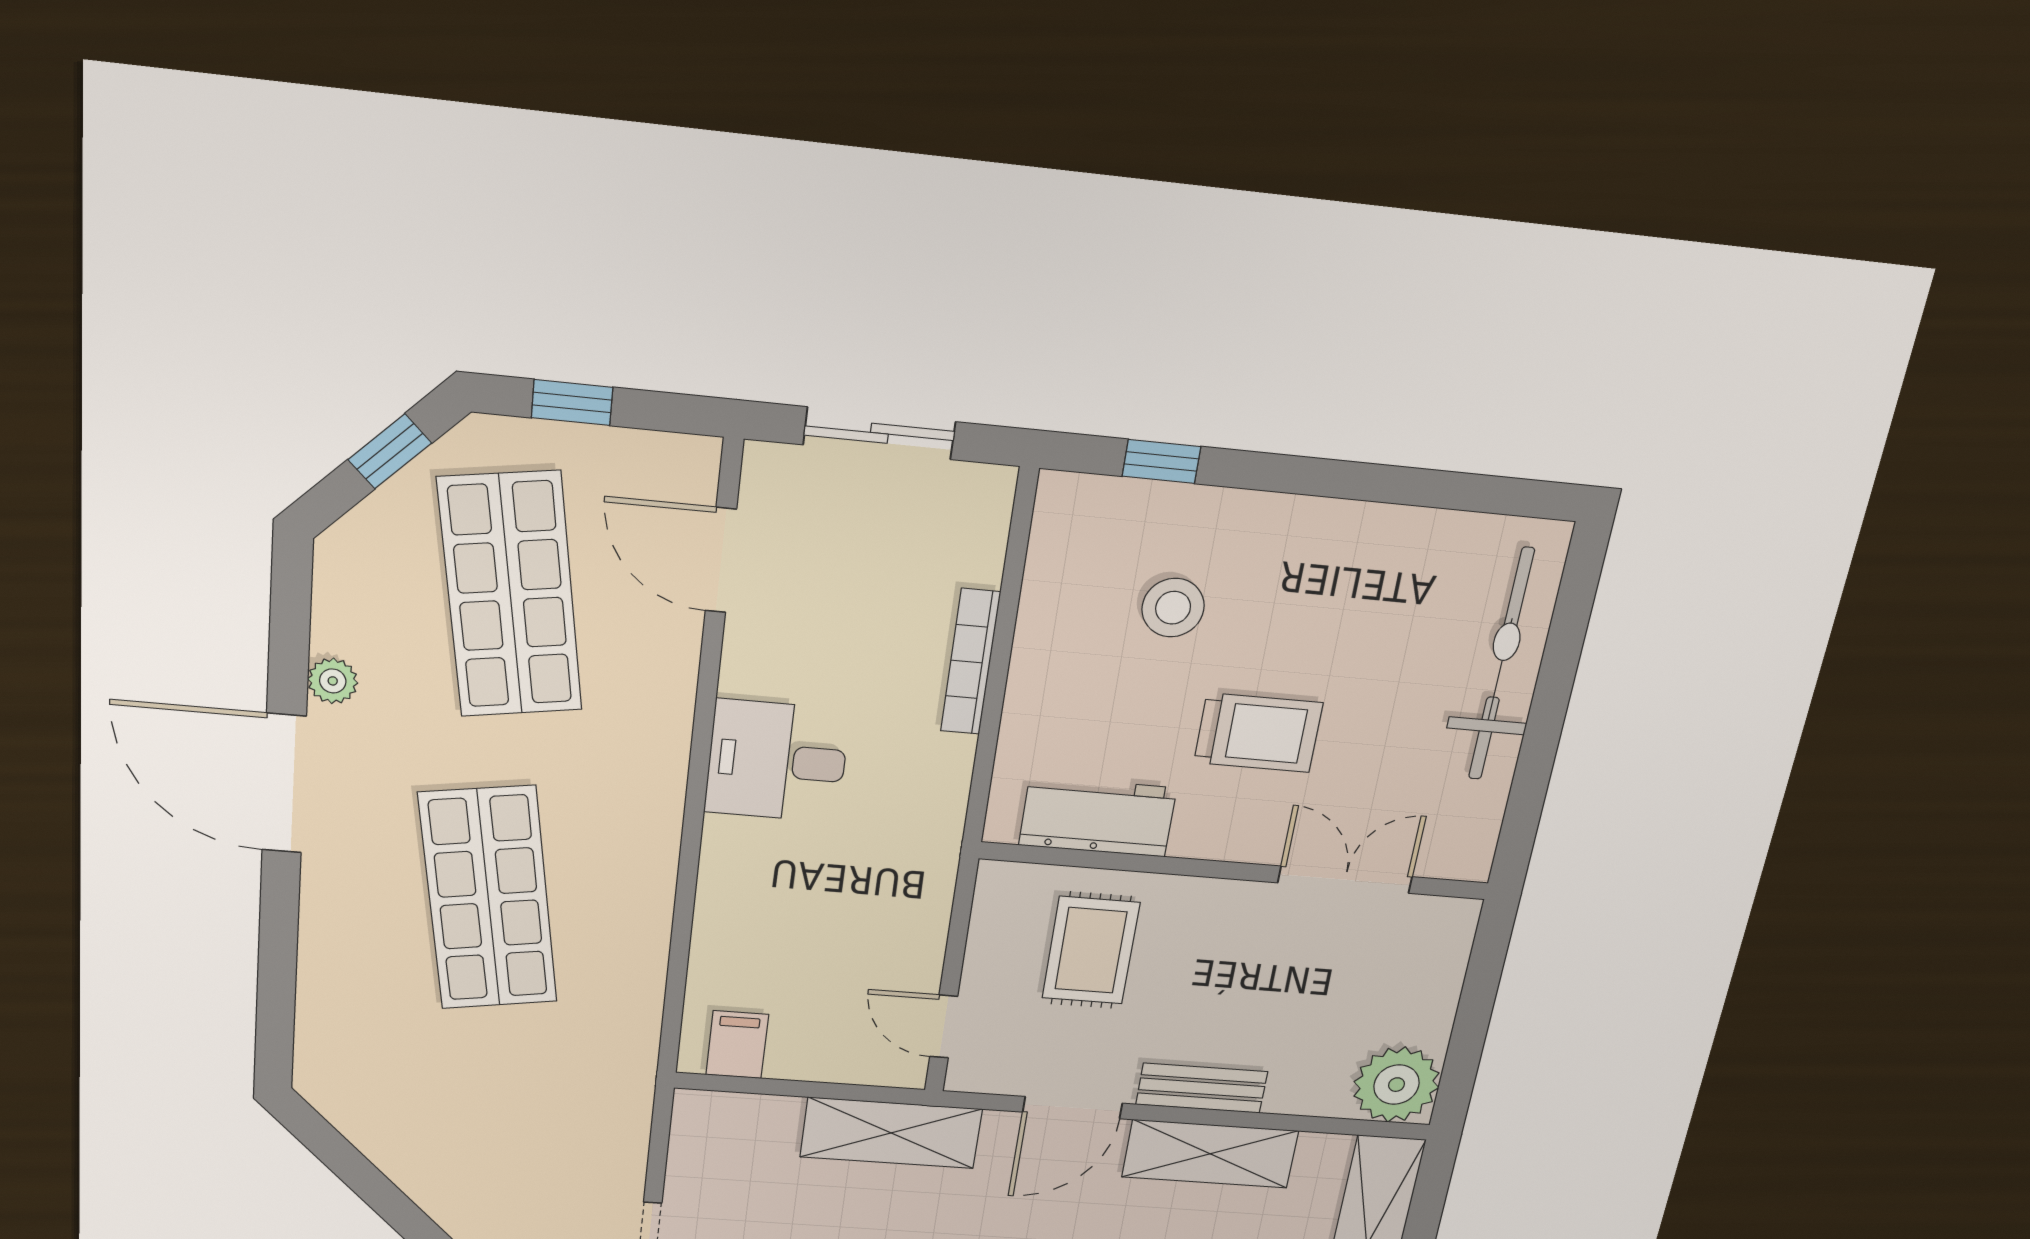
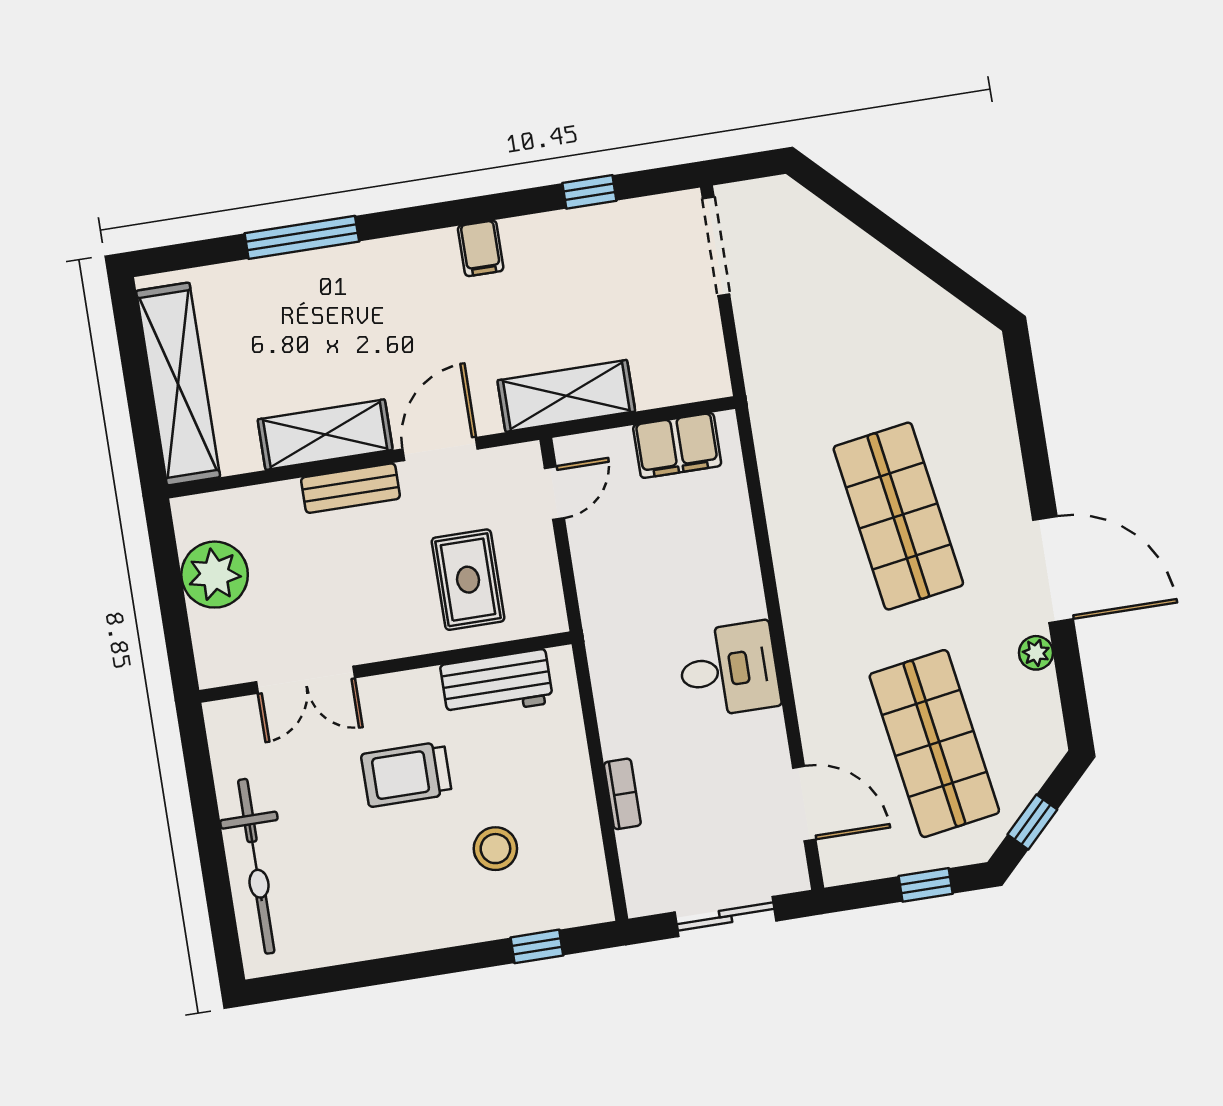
bookcase: (970, 662) -> (622, 794), width x0.64
door: (944, 1026) -> (554, 493), hinge flipped
filing cabinet: (737, 1045) -> (677, 445), width x2.00
plant: (1397, 1085) -> (215, 575), moved

